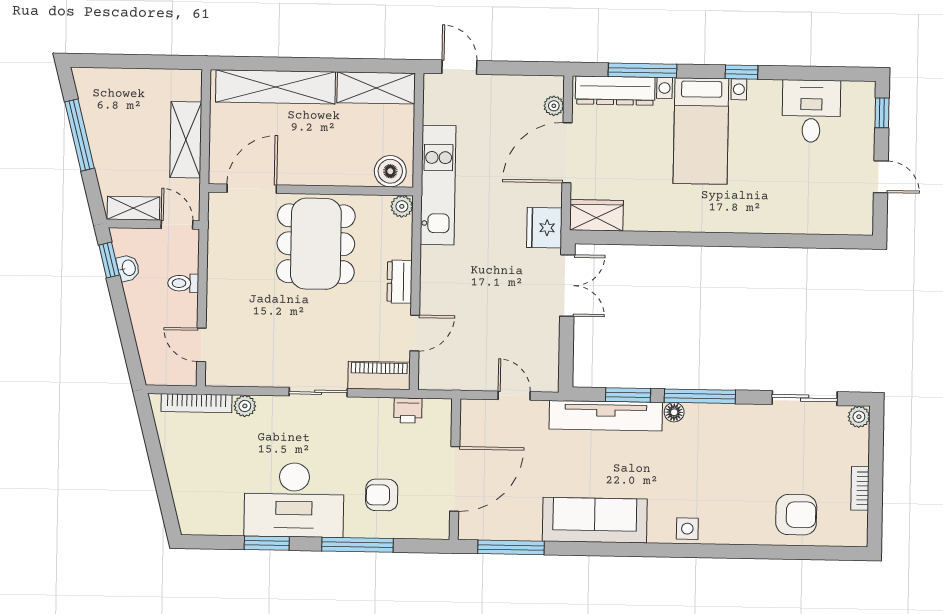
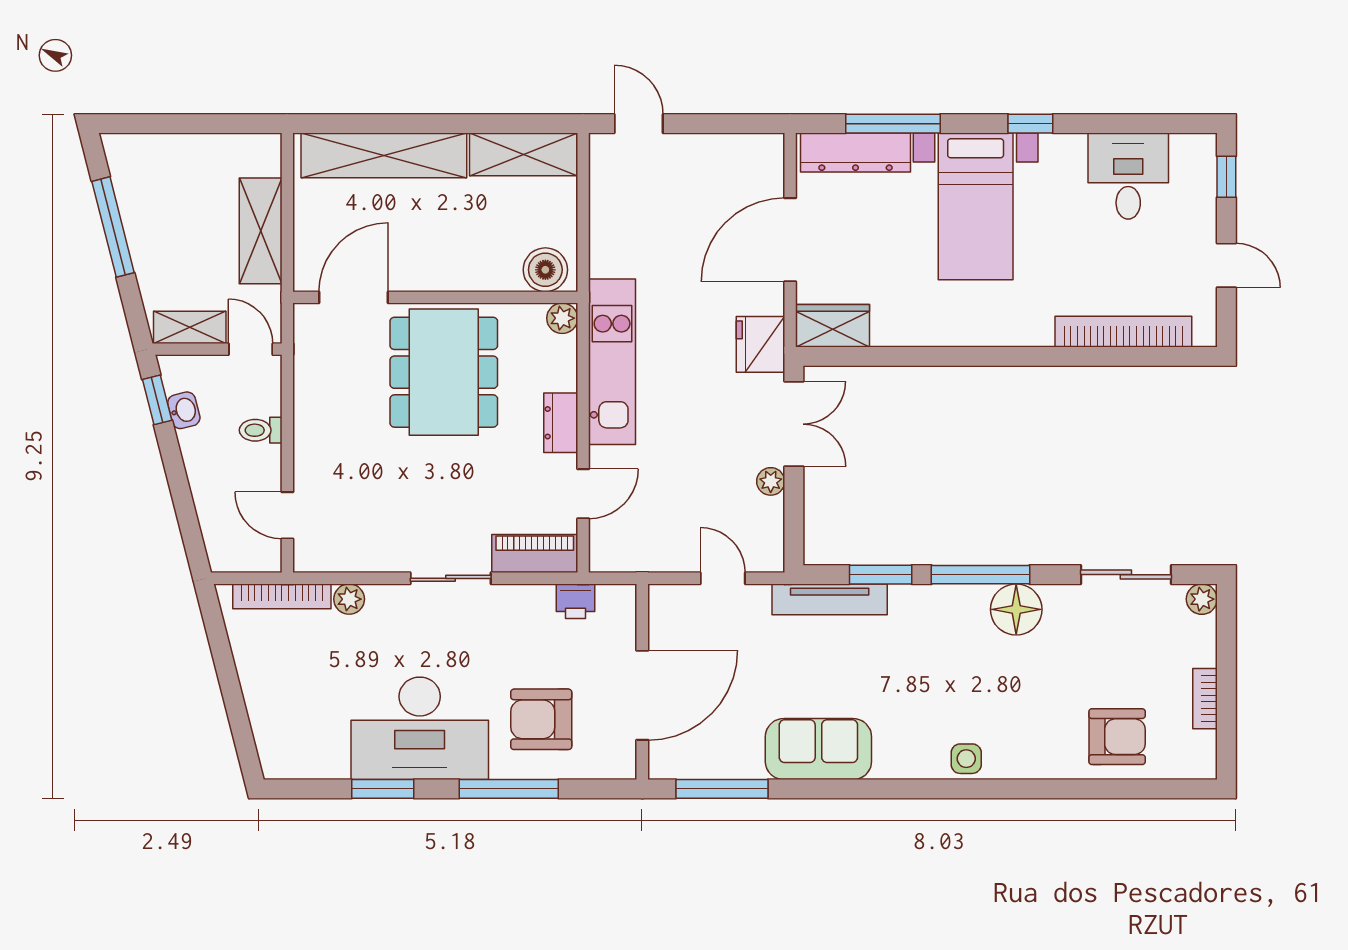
plant: (554, 106) -> (771, 481), moved
kitchen unit: (438, 185) -> (612, 362), moved
bookcase: (806, 223) -> (1123, 332), added
floor lamp: (674, 412) -> (1016, 609), moved, width x1.89, depth x1.89
tv unit: (606, 416) -> (830, 599), width x0.73, depth x0.78
armchair: (382, 495) -> (541, 719), width x1.38, depth x1.38
sofa: (595, 520) -> (818, 749), width x0.73

